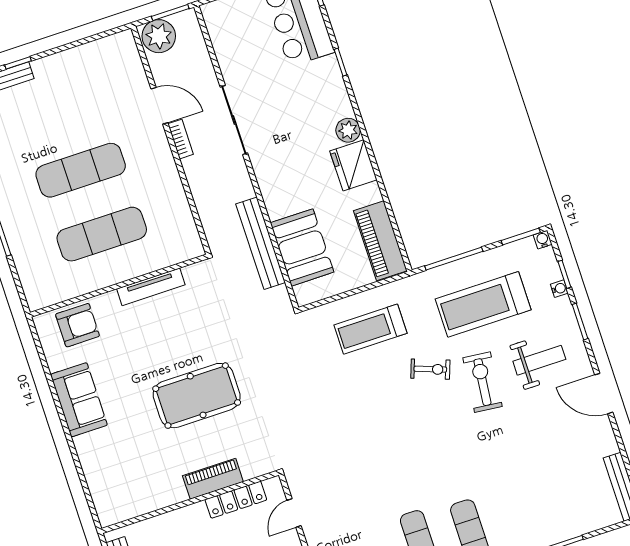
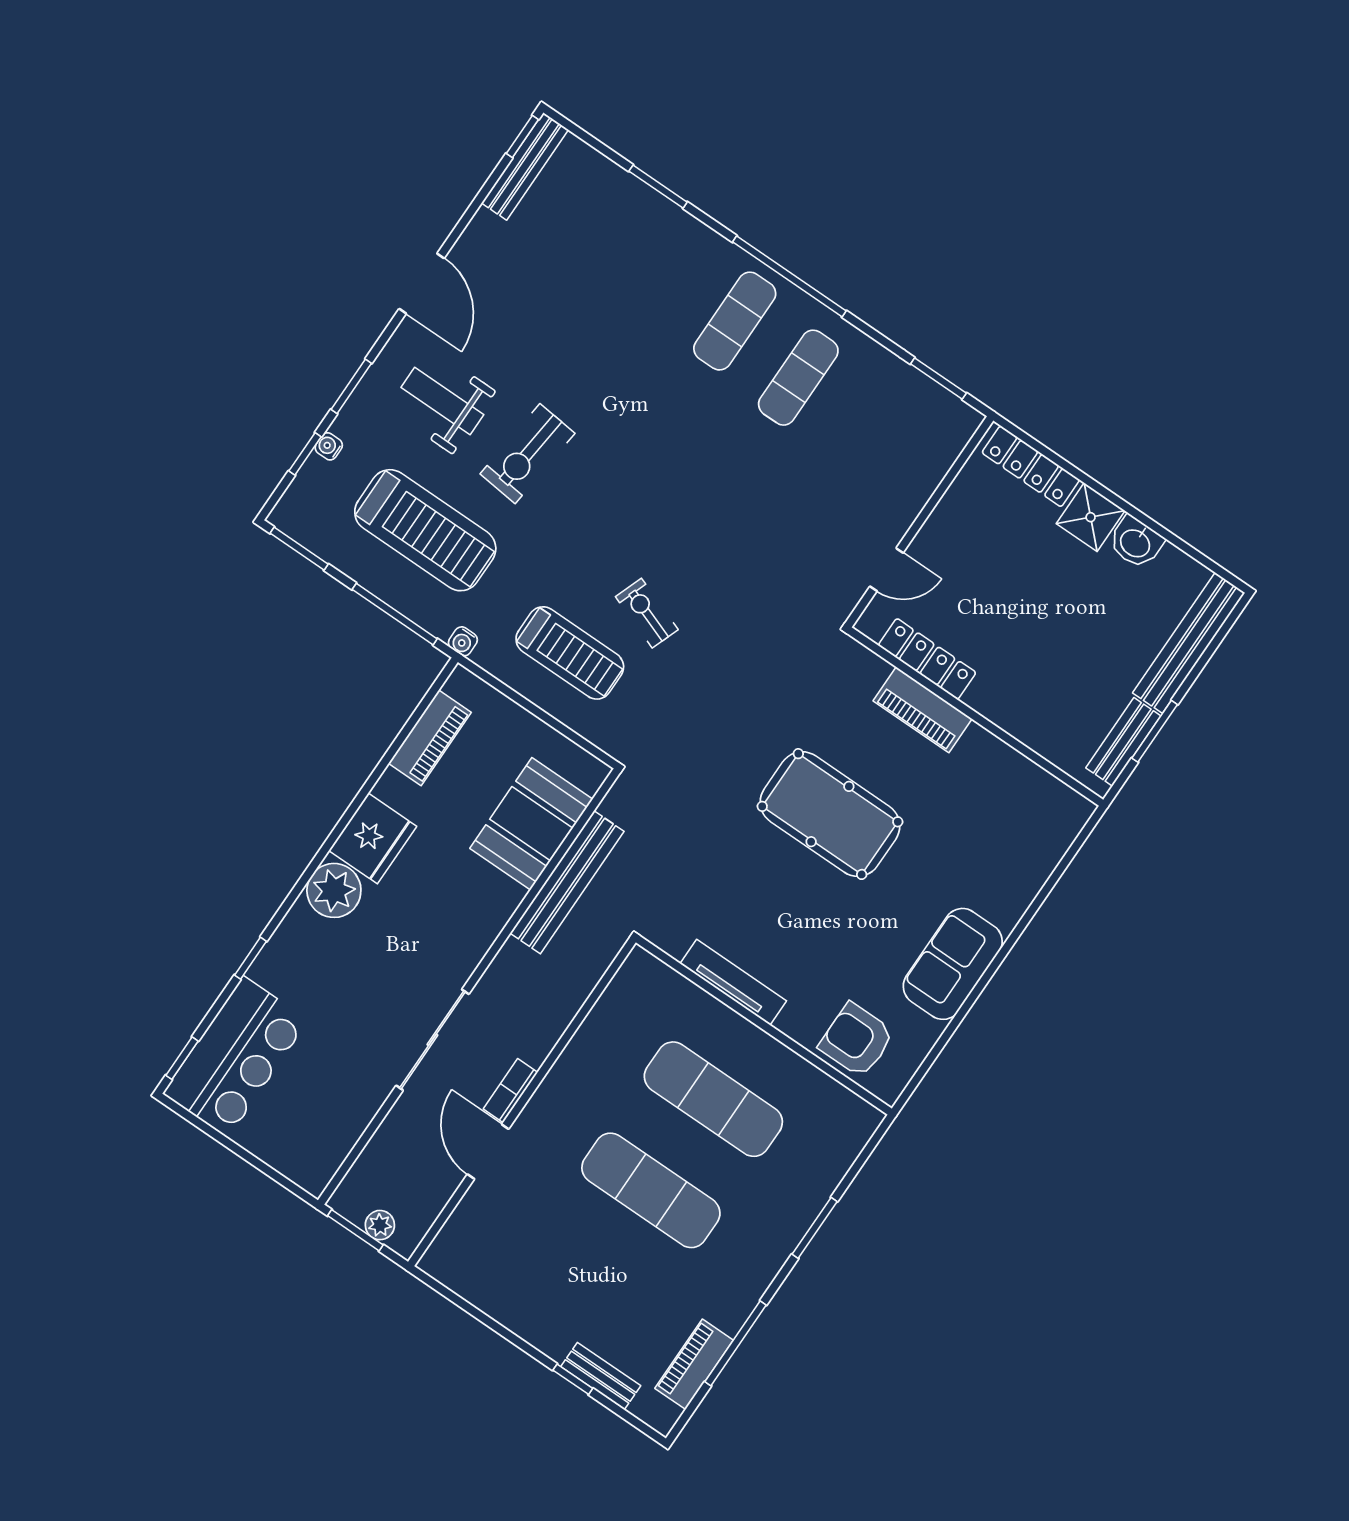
plant: (159, 36) -> (380, 1225), width x0.53, depth x0.53
plant: (348, 130) -> (334, 890), width x1.36, depth x1.36
water cooler: (543, 240) -> (463, 641), moved
piano: (380, 241) -> (430, 738), width x0.73, depth x0.75
exercise bike: (430, 369) -> (647, 613), moved

